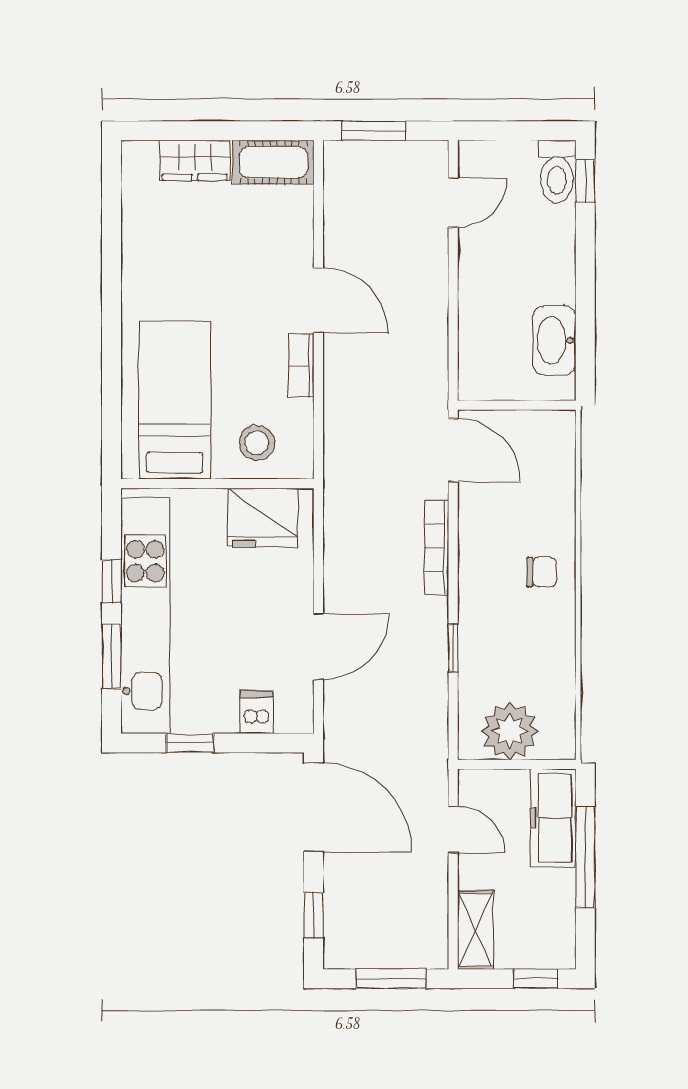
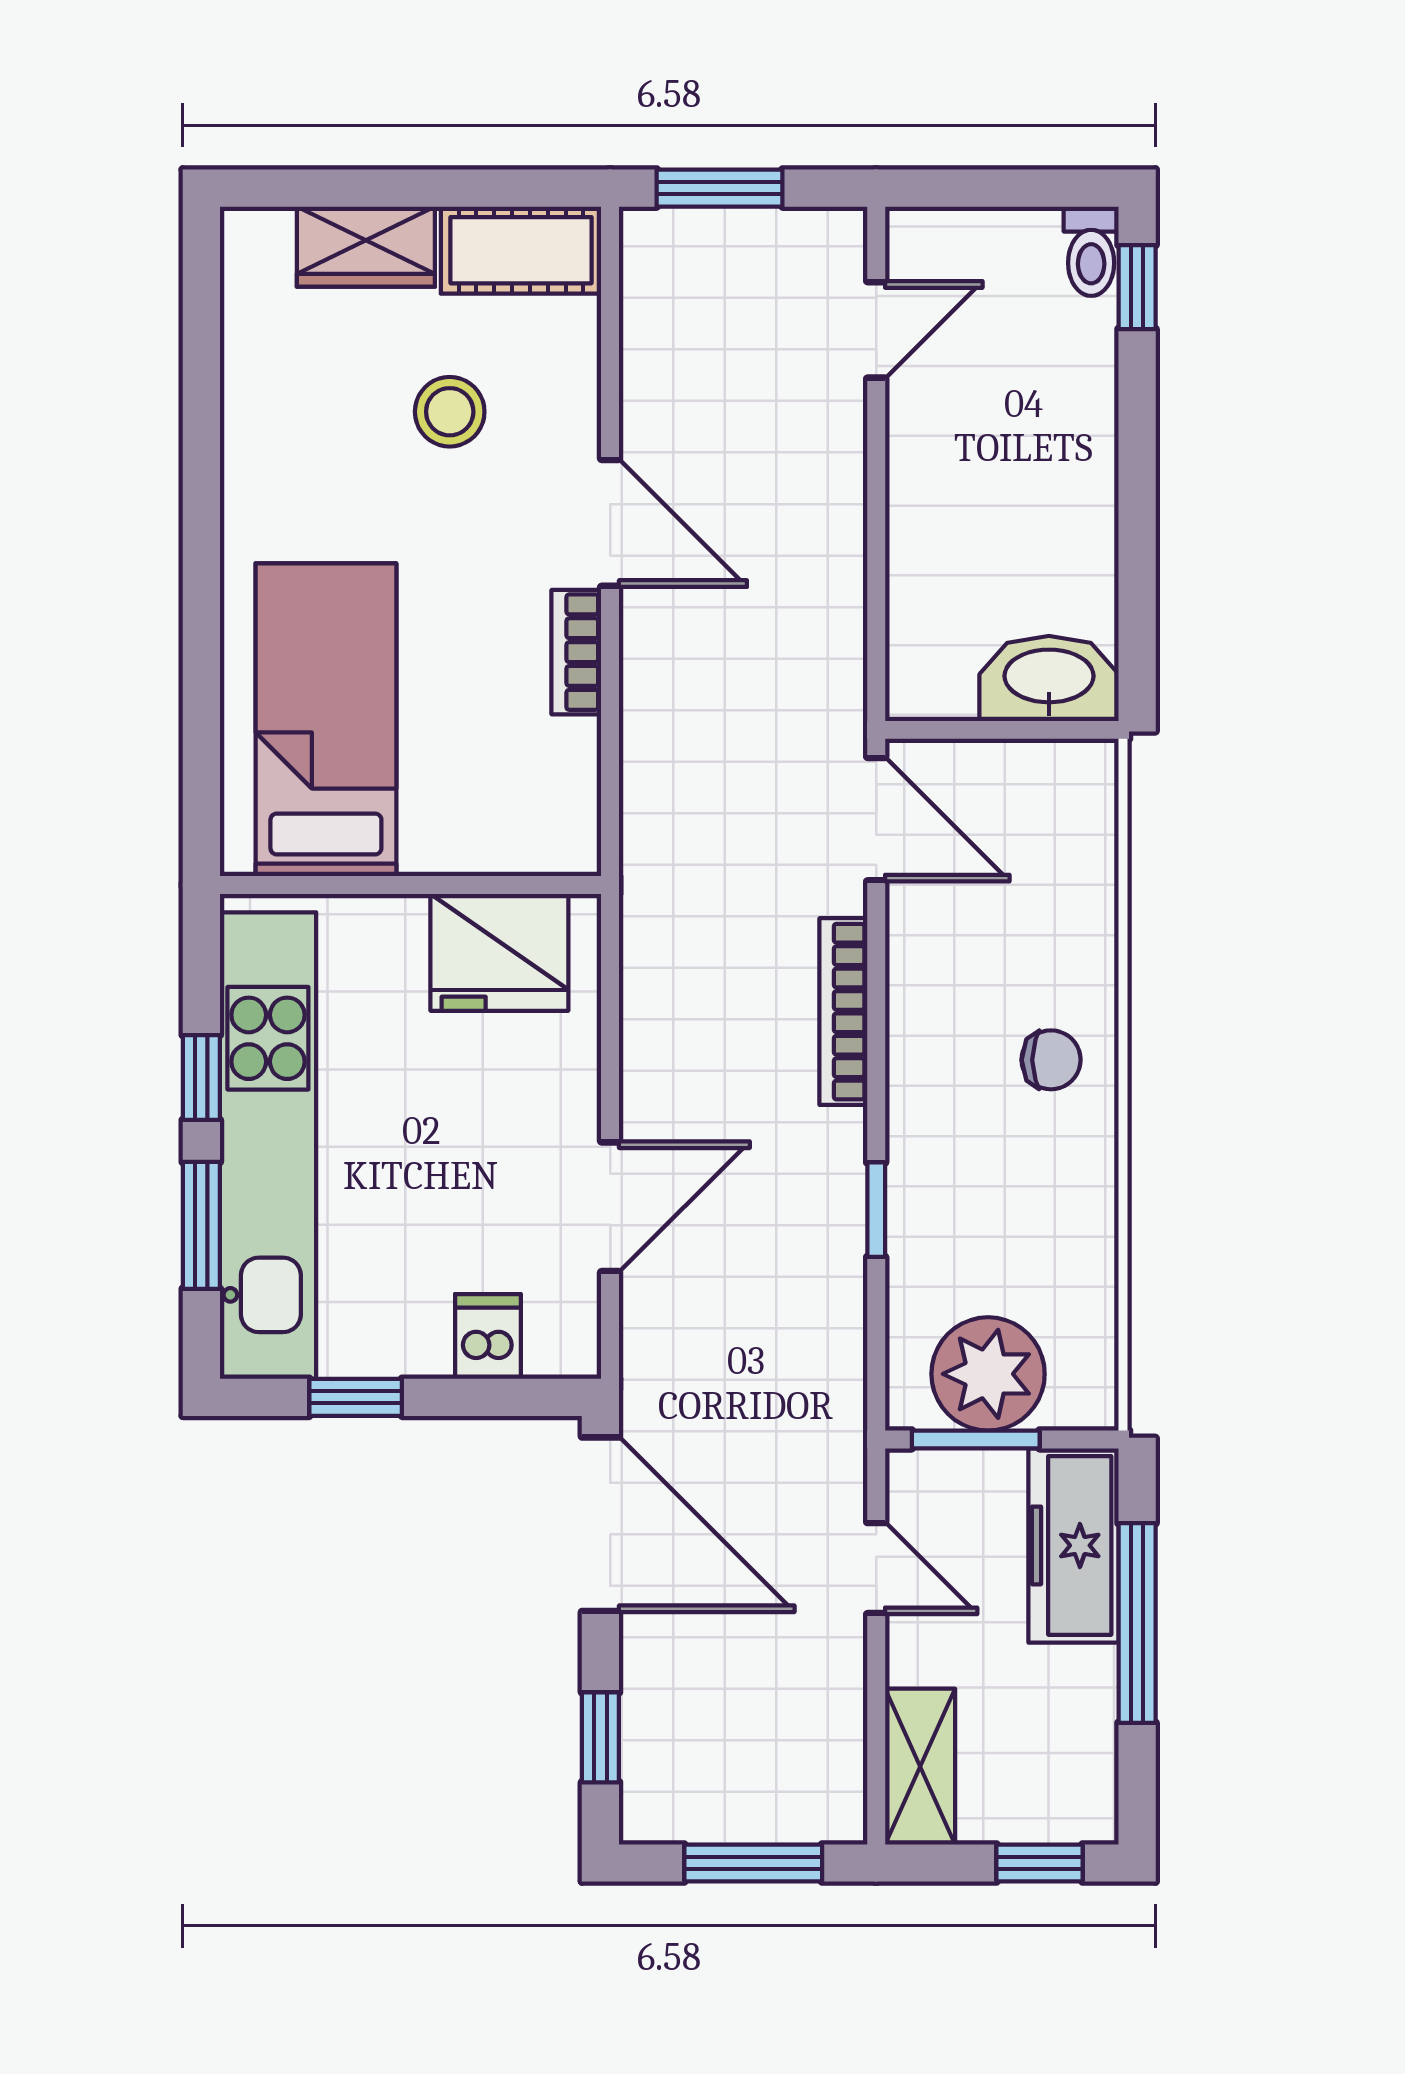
toilet: (557, 171) -> (1091, 251), width x0.73, depth x0.72
washbasin: (554, 340) -> (1049, 678), moved, turned 90
stool: (257, 443) -> (450, 412), moved
window: (504, 764) -> (976, 1439), added

